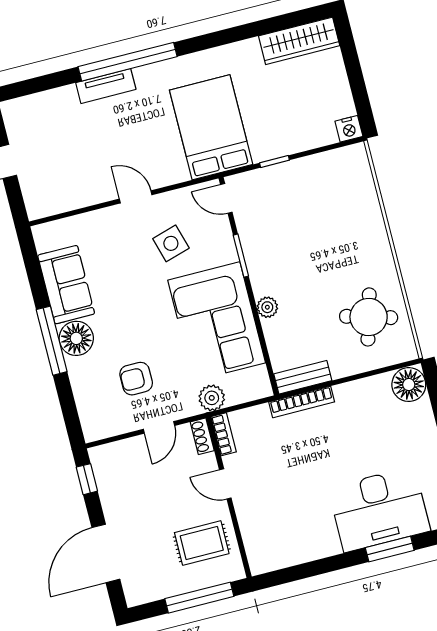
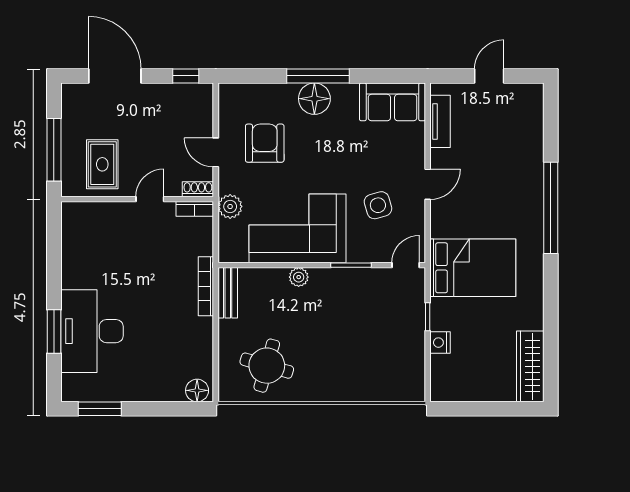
tv unit: (106, 86) -> (440, 121), moved, turned 180
nightstand: (349, 129) -> (440, 343), moved
sofa: (66, 285) -> (393, 102), moved
armchair: (136, 379) -> (265, 143), width x1.38, depth x1.38
floor lamp: (409, 385) -> (197, 390), width x0.73, depth x0.73

